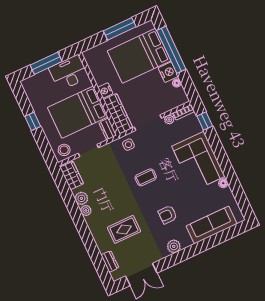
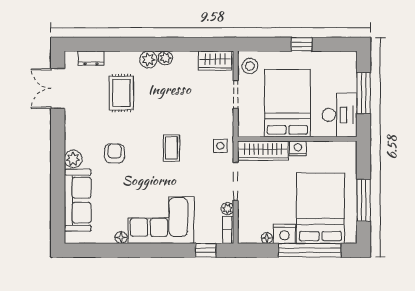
dresser: (108, 129) -> (250, 130), removed
plant: (81, 198) -> (148, 59), moved
plant: (174, 246) -> (73, 159), moved

